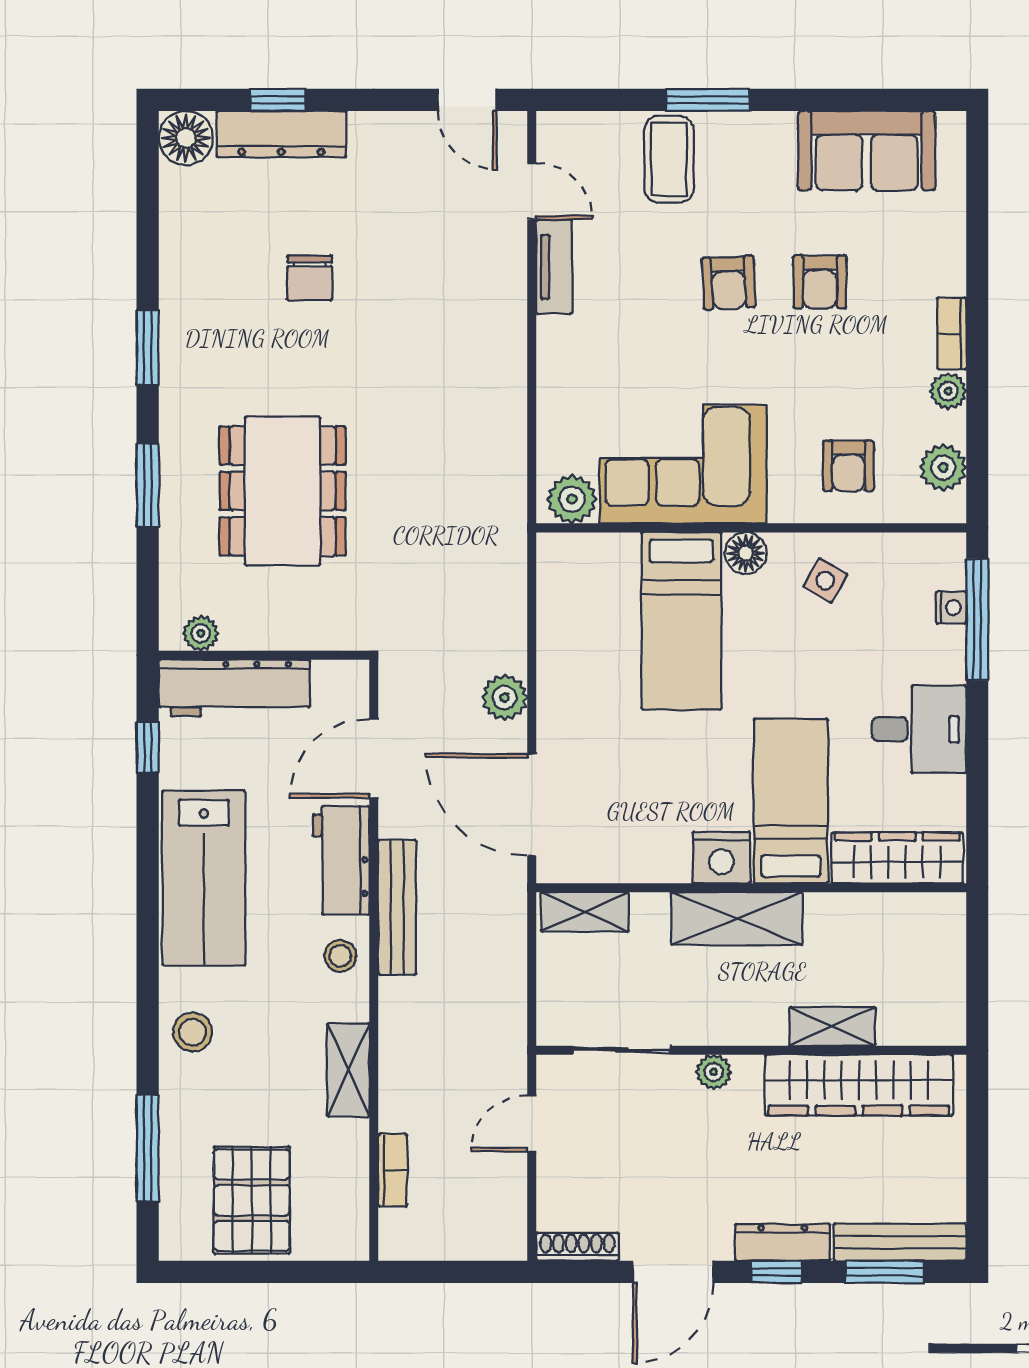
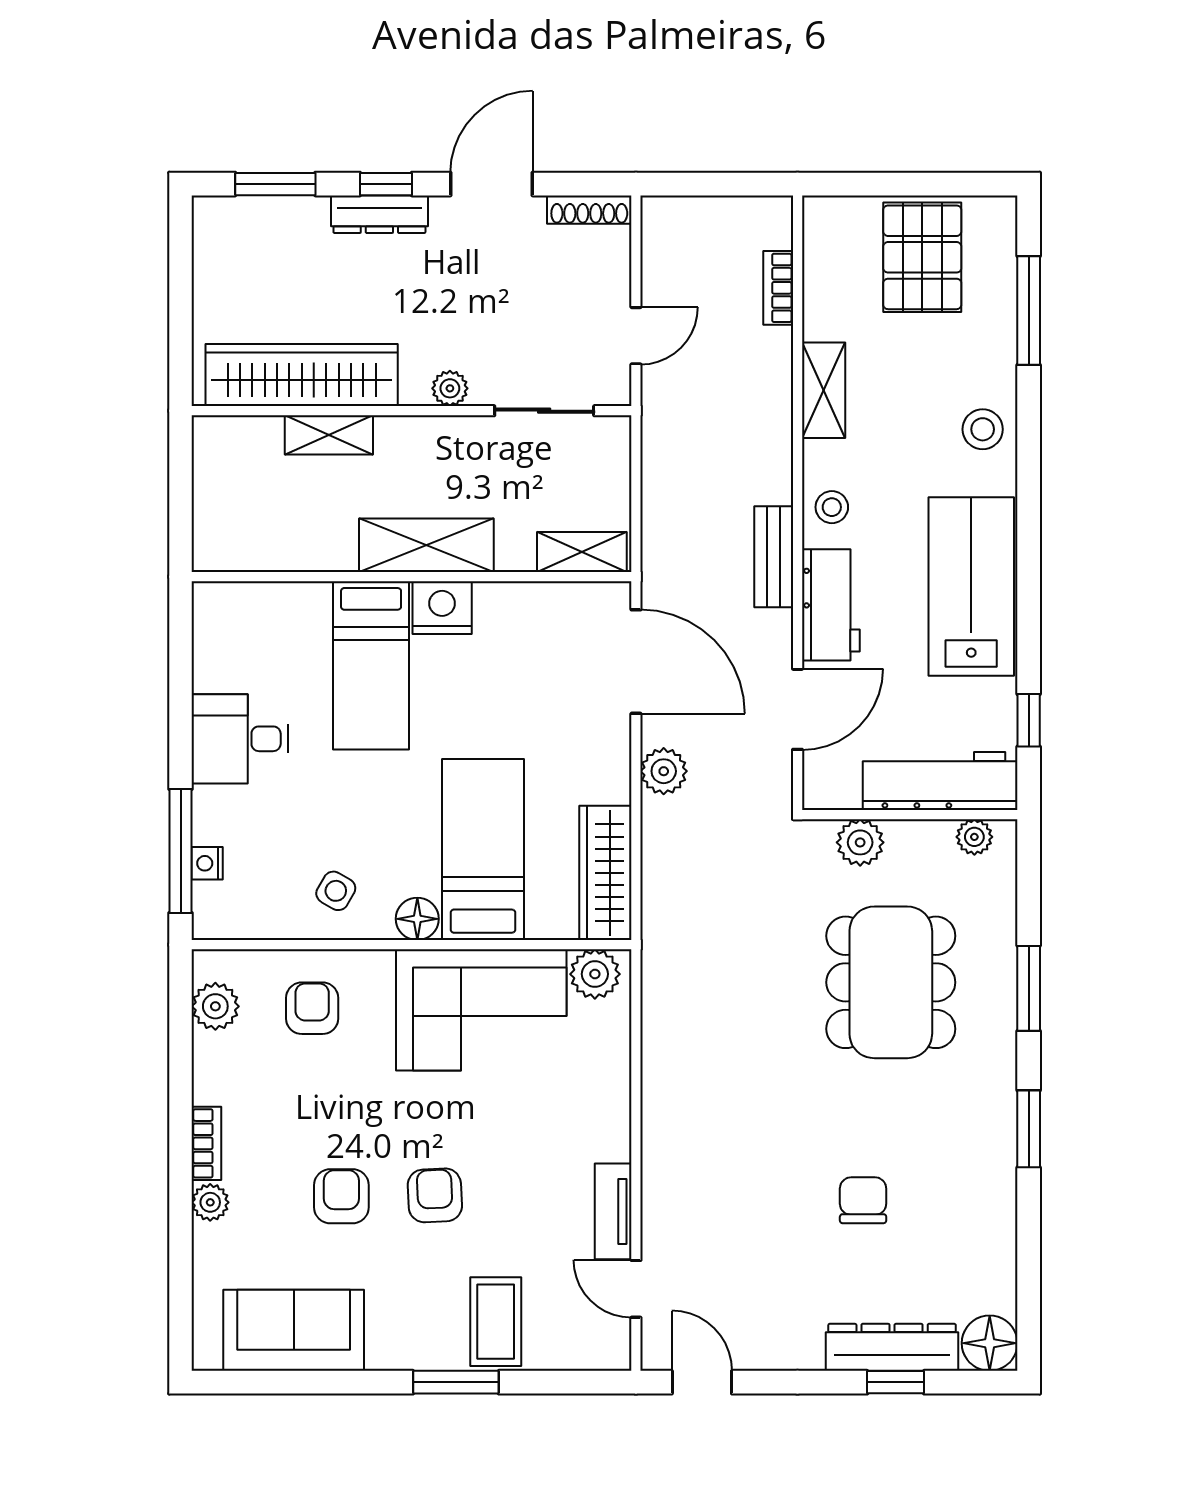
plant: (948, 391) -> (210, 1202), moved
plant: (313, 628) -> (860, 842), added
wardrobe: (897, 858) -> (605, 873), moved, turned 90
bench: (397, 907) -> (774, 557), width x0.73
bench: (900, 1242) -> (260, 214), removed

